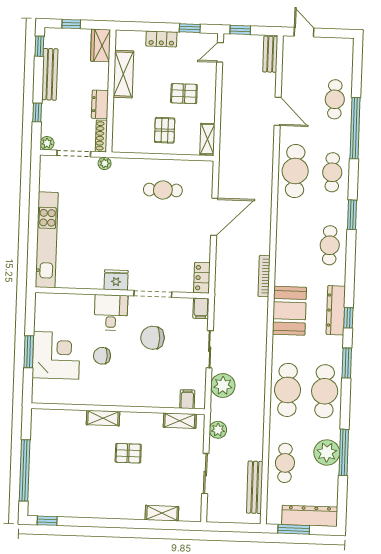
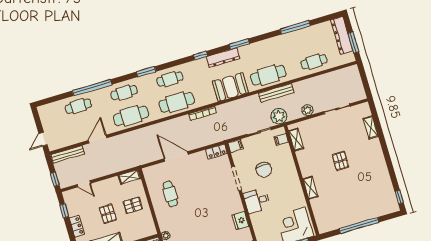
door: (220, 52) -> (84, 184), moved
bench: (270, 54) -> (68, 154), width x1.36
pallet: (184, 94) -> (108, 214), moved
fridge: (116, 280) -> (240, 220), moved
dresser: (336, 310) -> (223, 58), moved
booth: (289, 311) -> (230, 87), moved
window: (348, 318) -> (200, 56), moved
chair: (102, 356) -> (286, 197), removed
cafe table: (325, 391) -> (177, 102), moved
filing cabinet: (187, 399) -> (281, 139), moved
wall: (118, 409) -> (302, 180), moved
shelving: (103, 418) -> (310, 188), moved
shelving: (180, 421) -> (296, 140), moved
plant: (327, 452) -> (299, 38), removed
window: (25, 470) -> (359, 226), moved
bench: (255, 487) -> (276, 93), moved

